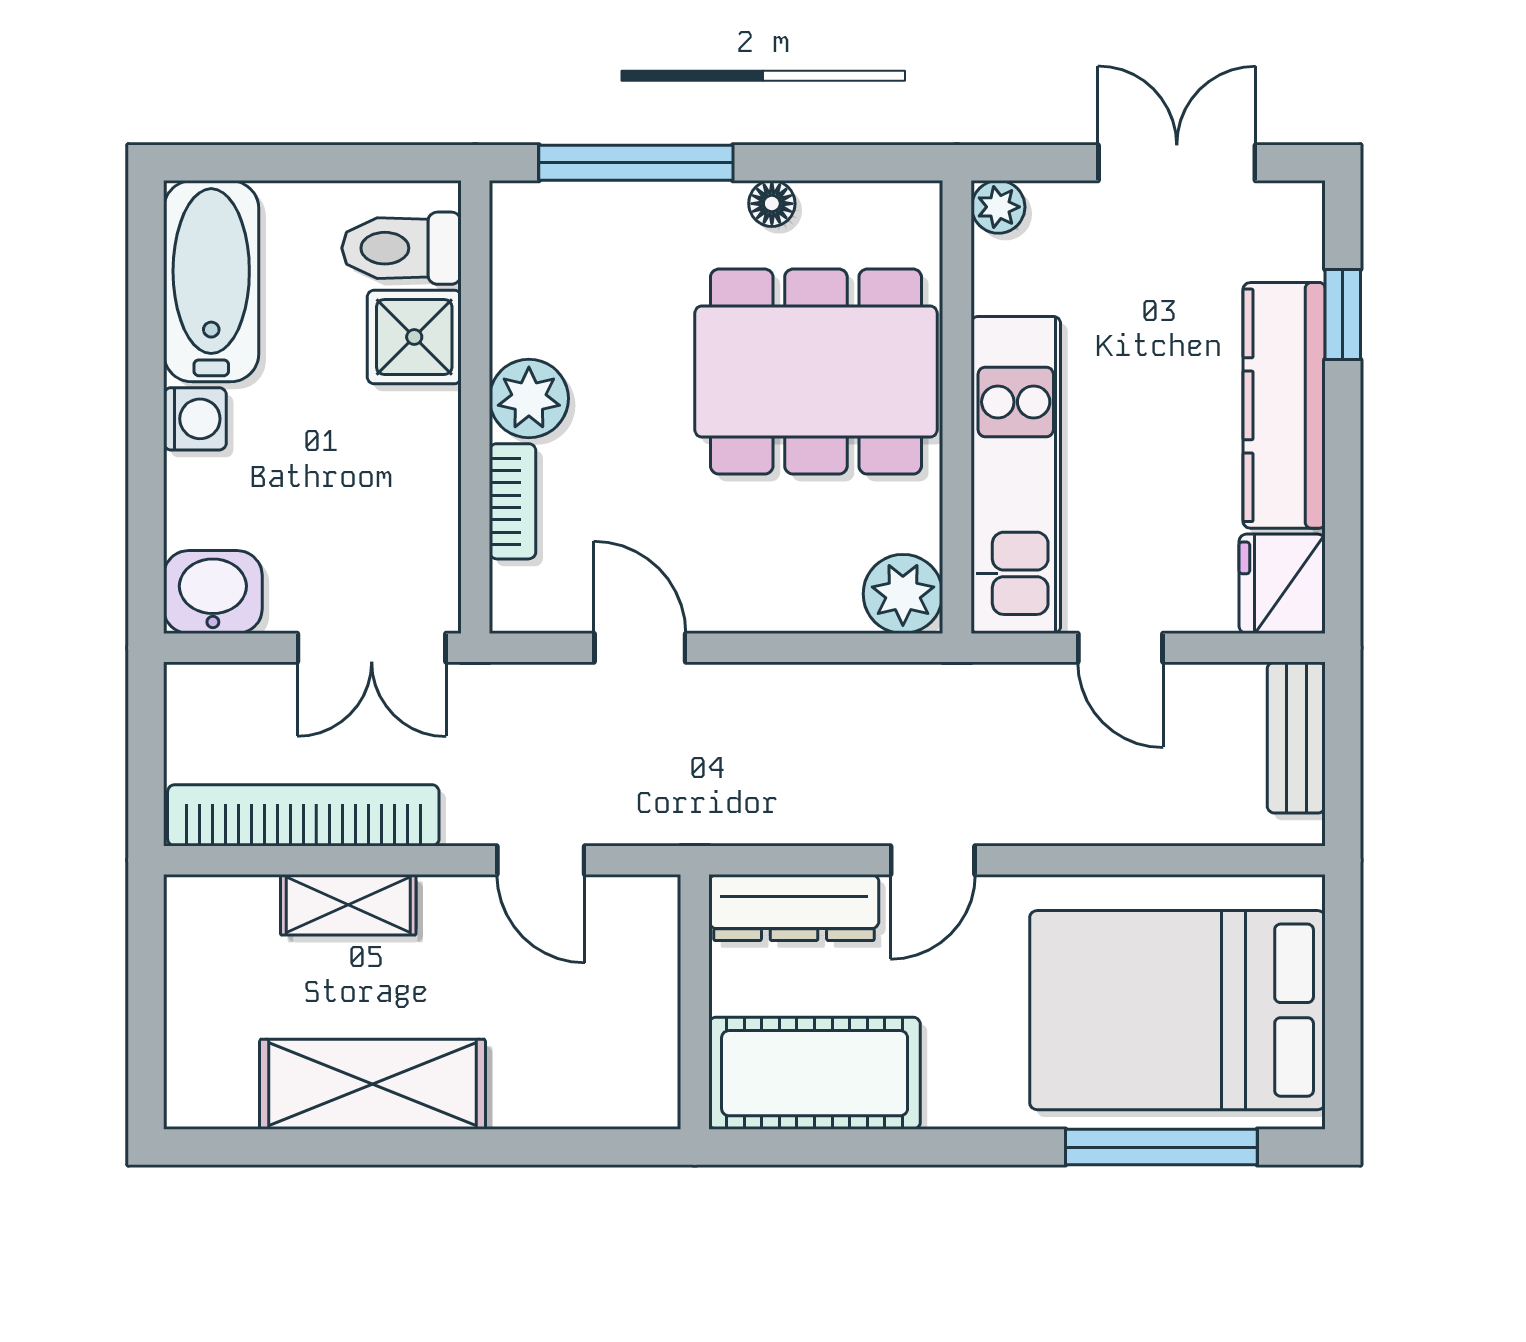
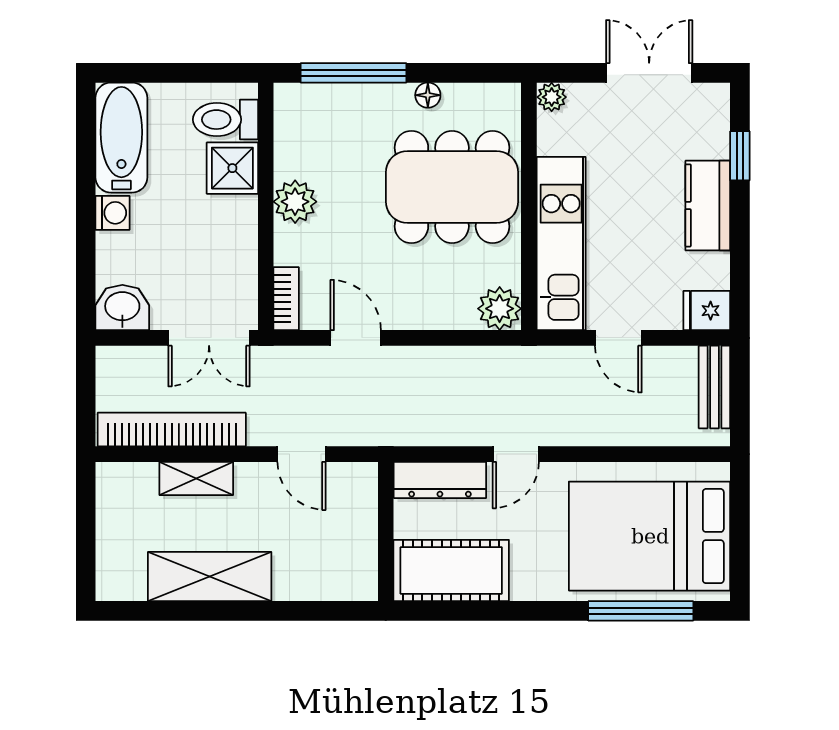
kitchen counter: (1284, 405) -> (708, 205), width x0.67
bookcase: (513, 501) -> (286, 299), moved
fridge: (1282, 584) -> (707, 311), width x0.72

